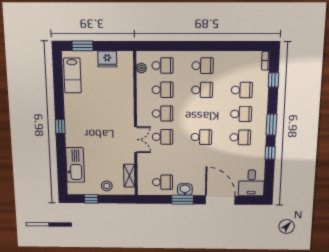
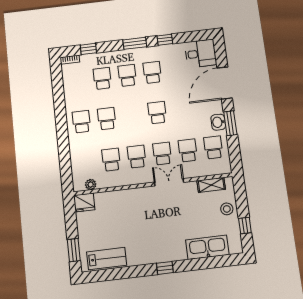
fridge: (107, 59) -> (84, 202), moved, turned 90
school desk: (163, 66) -> (188, 150), moved

